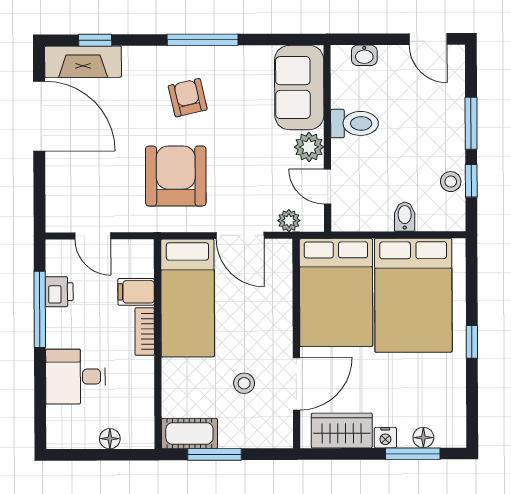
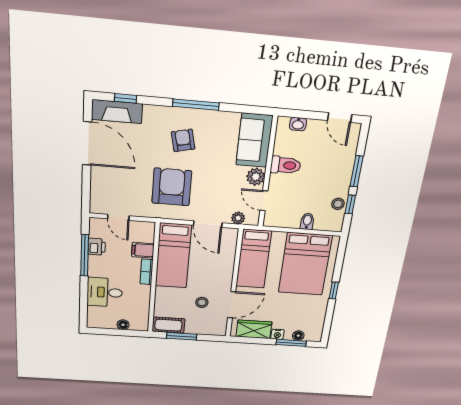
bed: (336, 293) -> (254, 259), width x0.67

